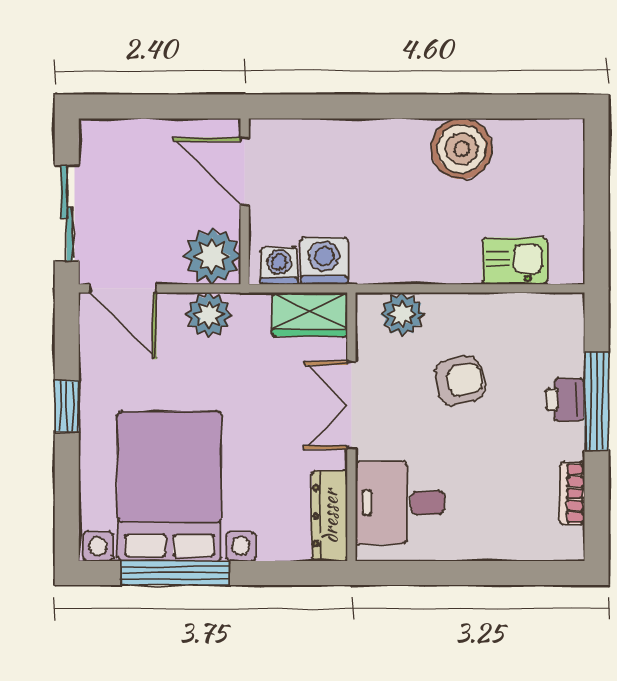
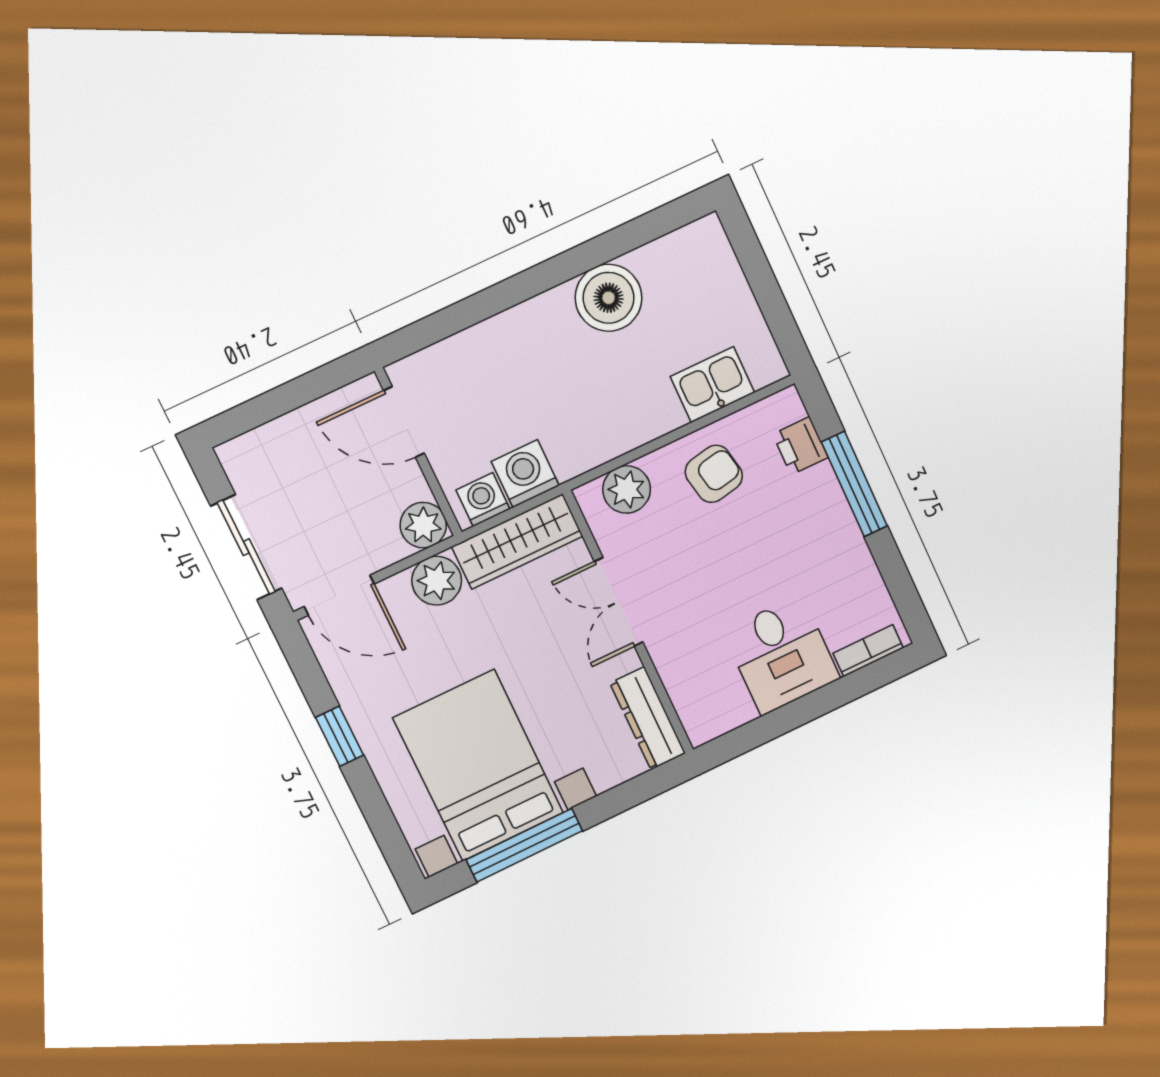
plant: (212, 256) -> (423, 525), width x0.73, depth x0.73
wardrobe: (310, 314) -> (517, 541), width x1.50
armchair: (460, 381) -> (714, 474), moved
printer: (565, 400) -> (800, 446), moved
bookcase: (572, 494) -> (868, 651), moved, turned 90
desk: (400, 503) -> (781, 655), moved, turned -90

